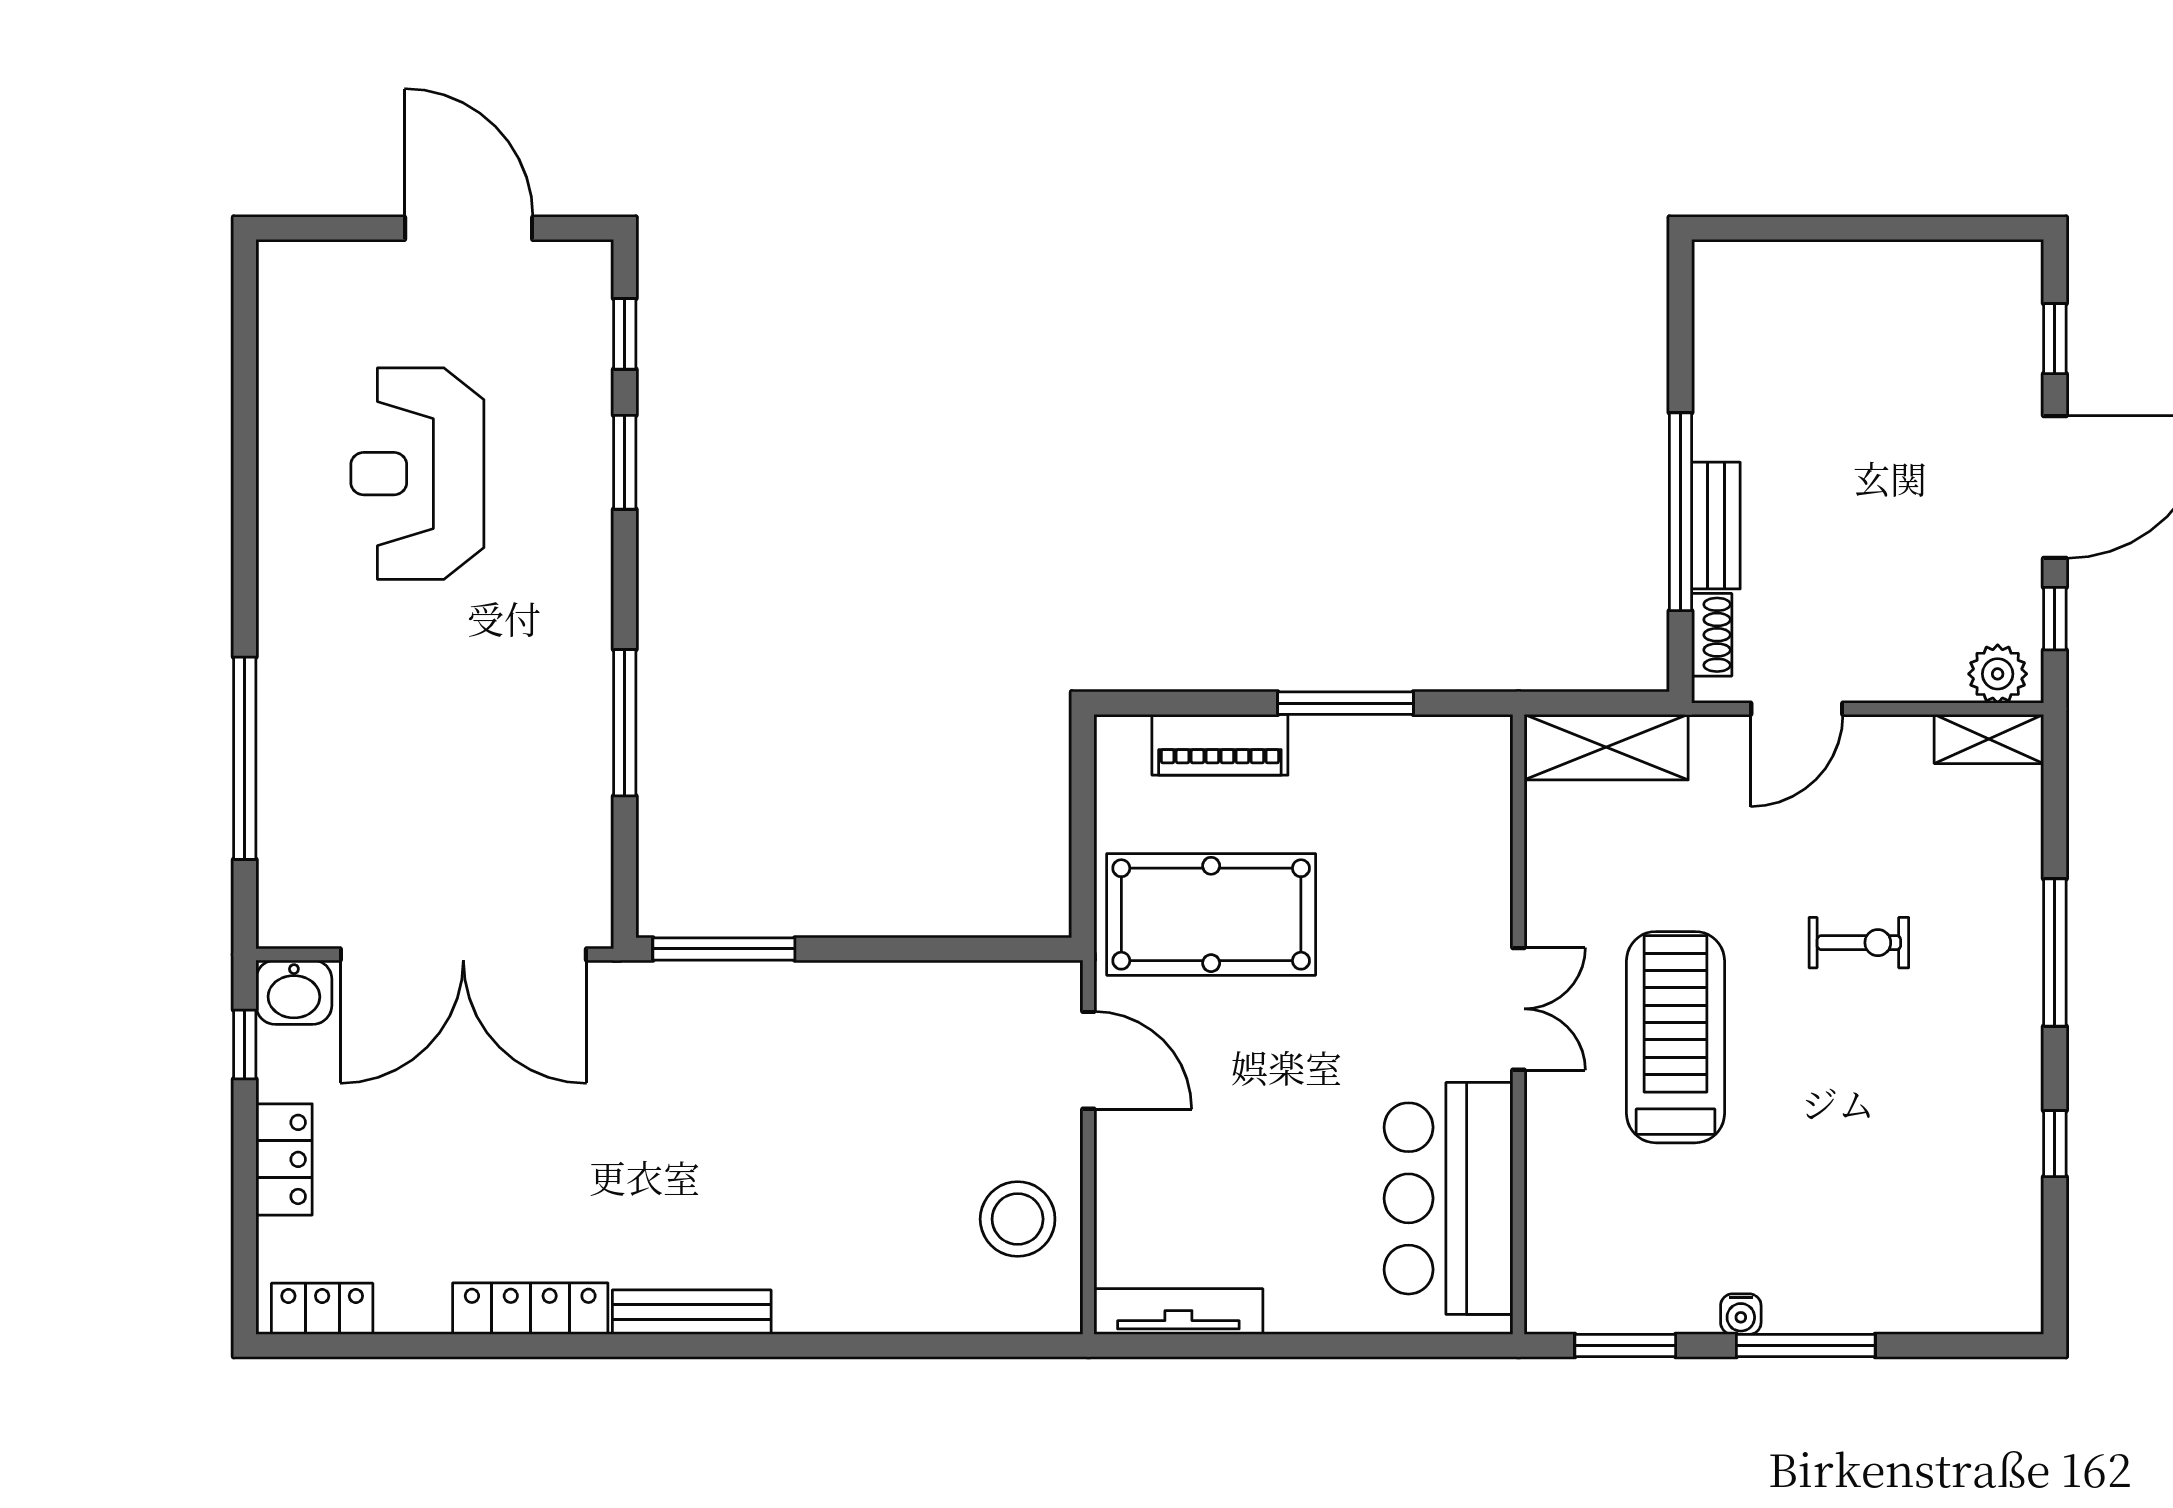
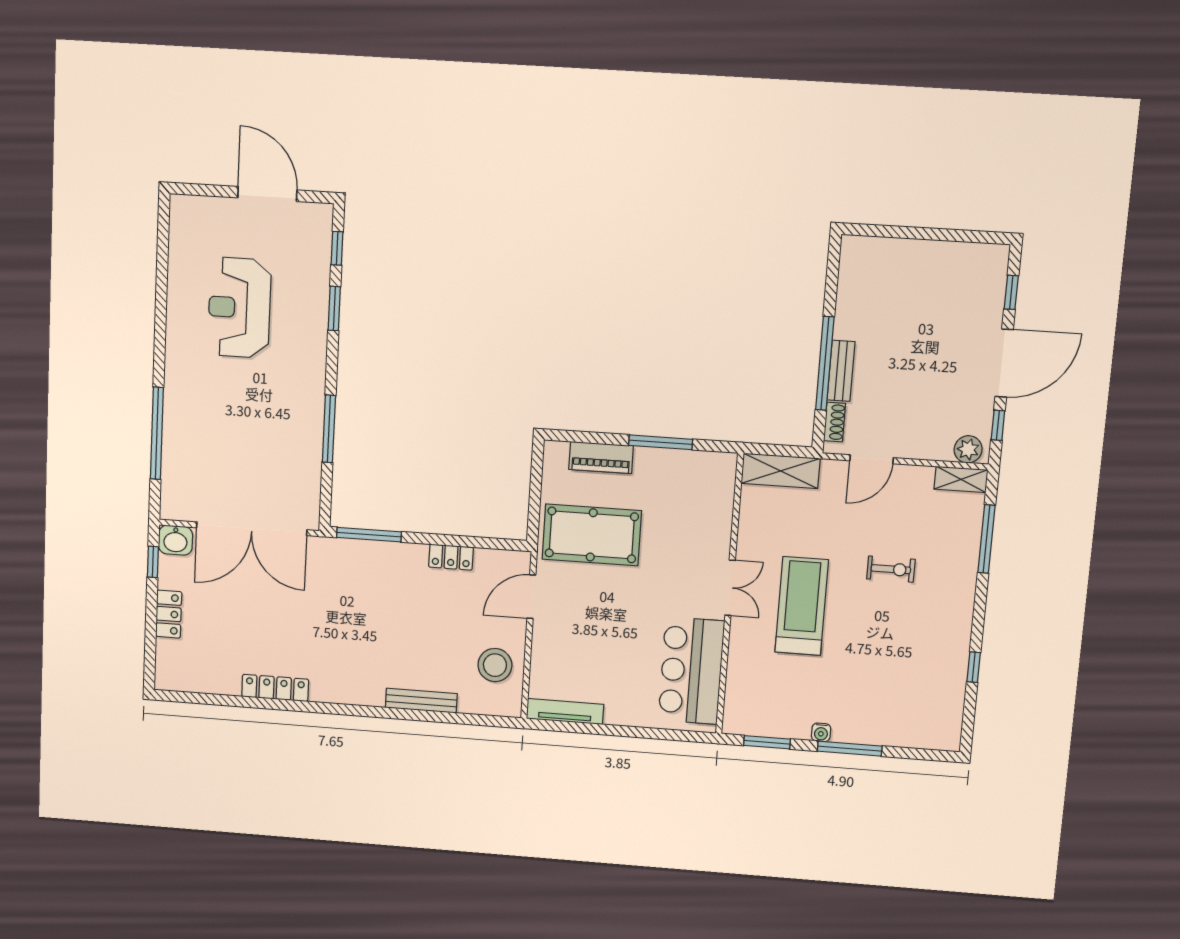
window: (2055, 953) -> (987, 539), moved
door: (1088, 1060) -> (531, 597), swing flipped
locker: (322, 1309) -> (451, 557), moved, turned 180
bench: (692, 1312) -> (421, 701), moved

